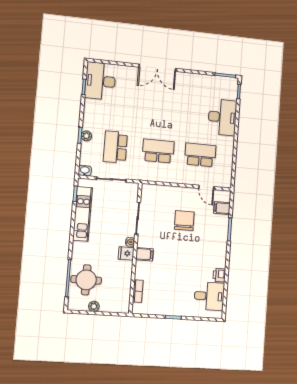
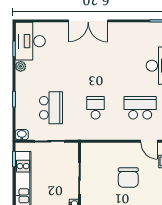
plant: (86, 136) -> (21, 66), moved
school desk: (115, 147) -> (51, 108), turned 180
school desk: (158, 151) -> (96, 108), width x0.54
chair: (184, 221) -> (128, 178), turned 180

